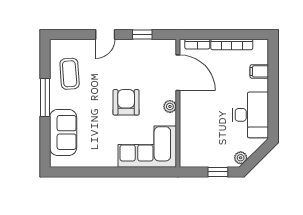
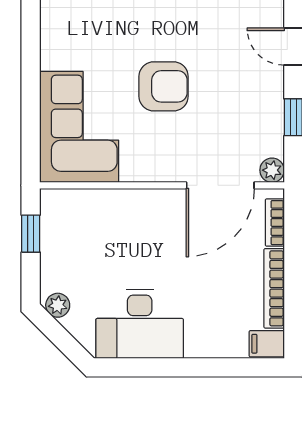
filing cabinet: (259, 71) -> (267, 344), moved, turned -90
plant: (170, 106) -> (272, 170), moved
window: (218, 172) -> (31, 234), moved

